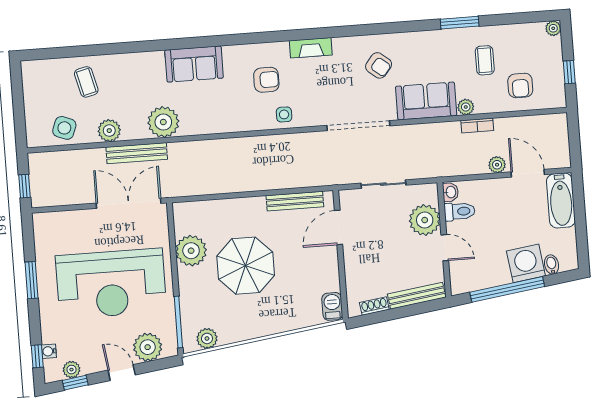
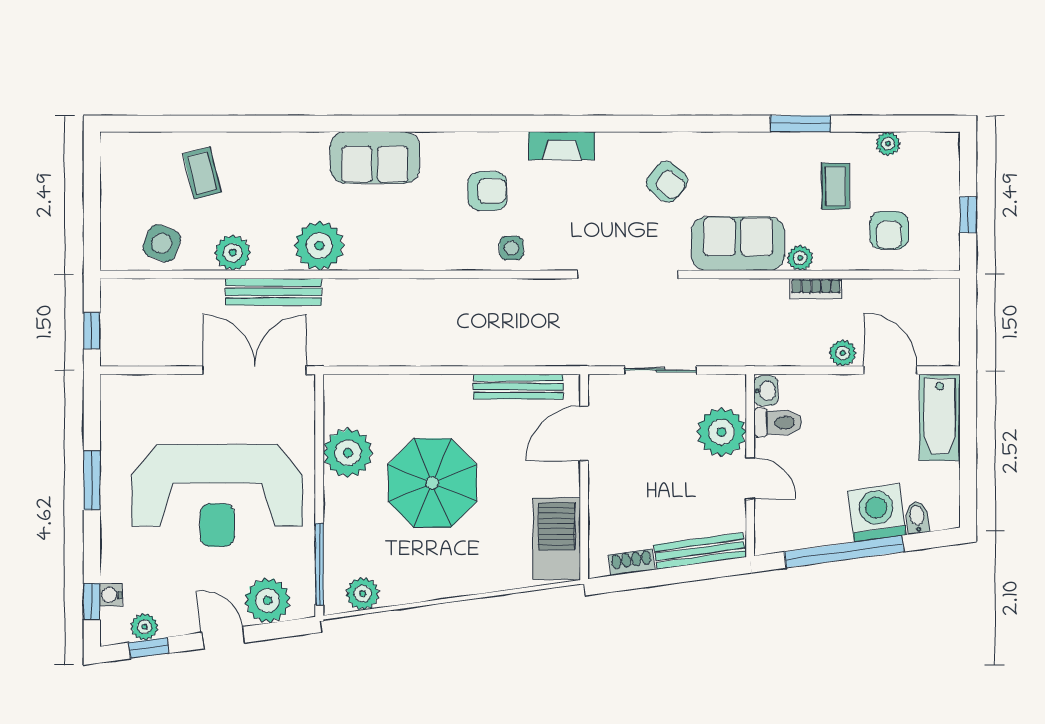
plant: (553, 28) -> (888, 144), moved
barbecue: (332, 306) -> (557, 539), width x1.88, depth x1.53

